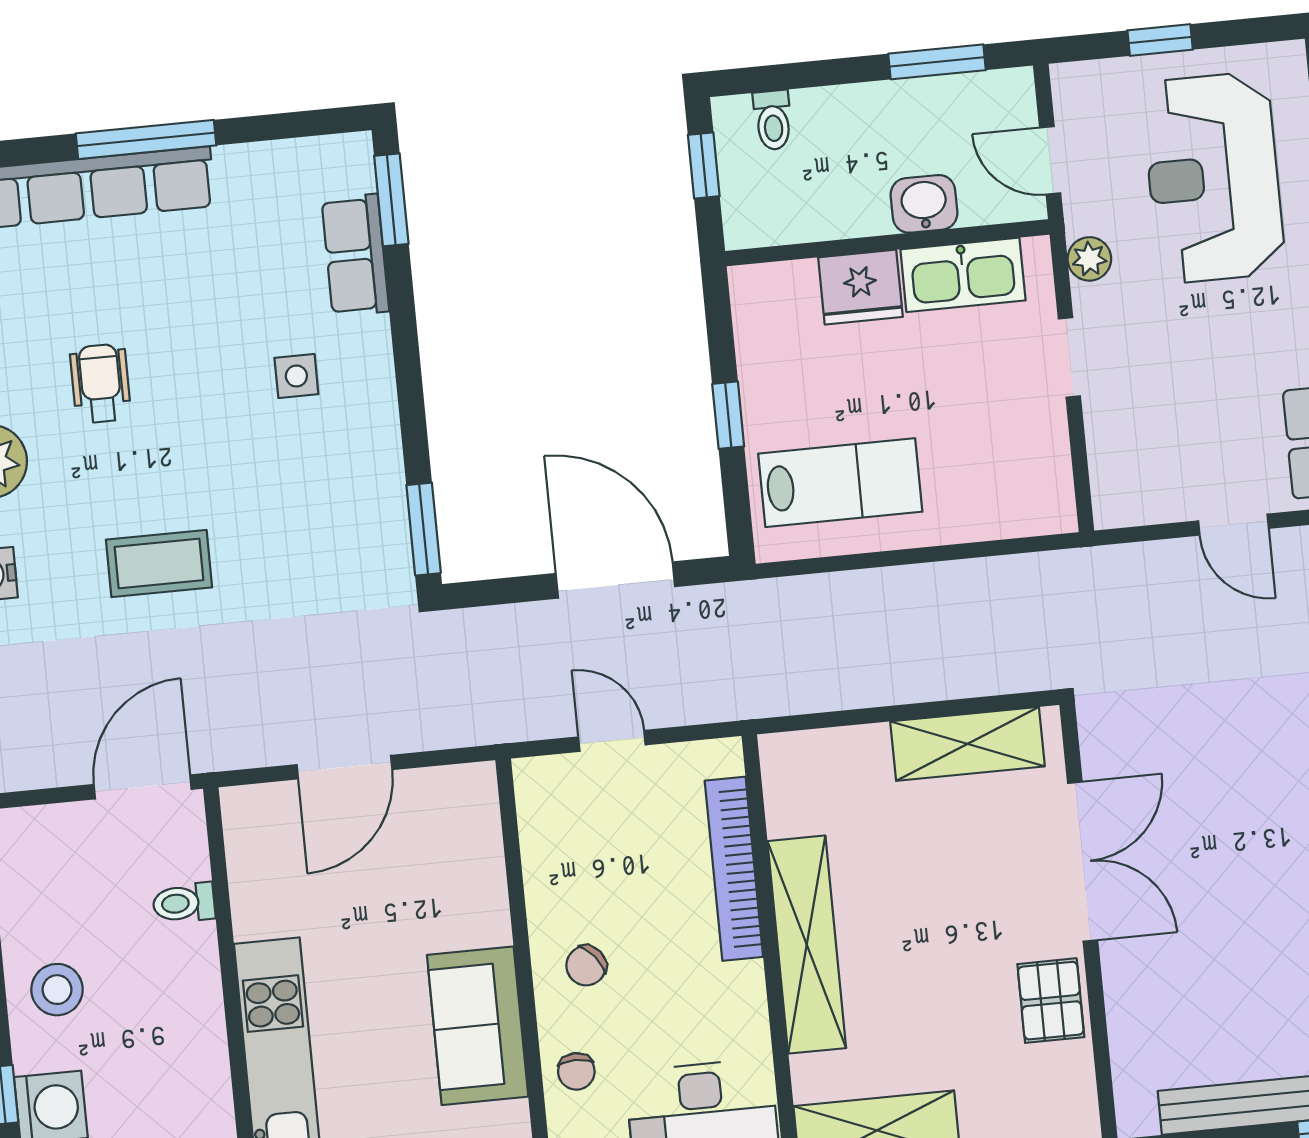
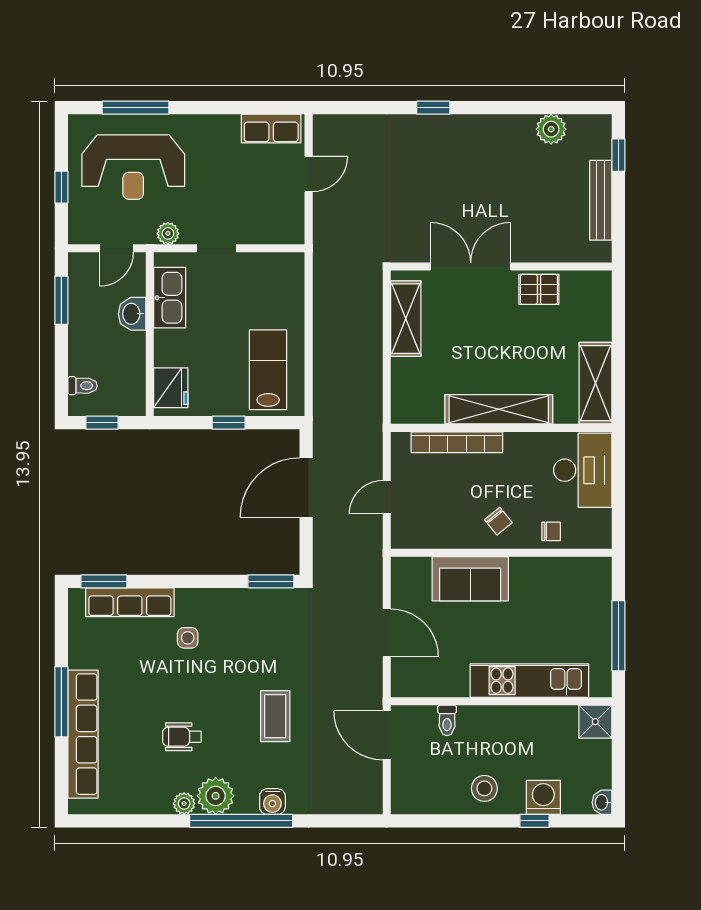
row of seats: (355, 255) -> (130, 602), width x1.48
fridge: (860, 287) -> (171, 388), moved
sofa: (478, 1026) -> (470, 579), moved

